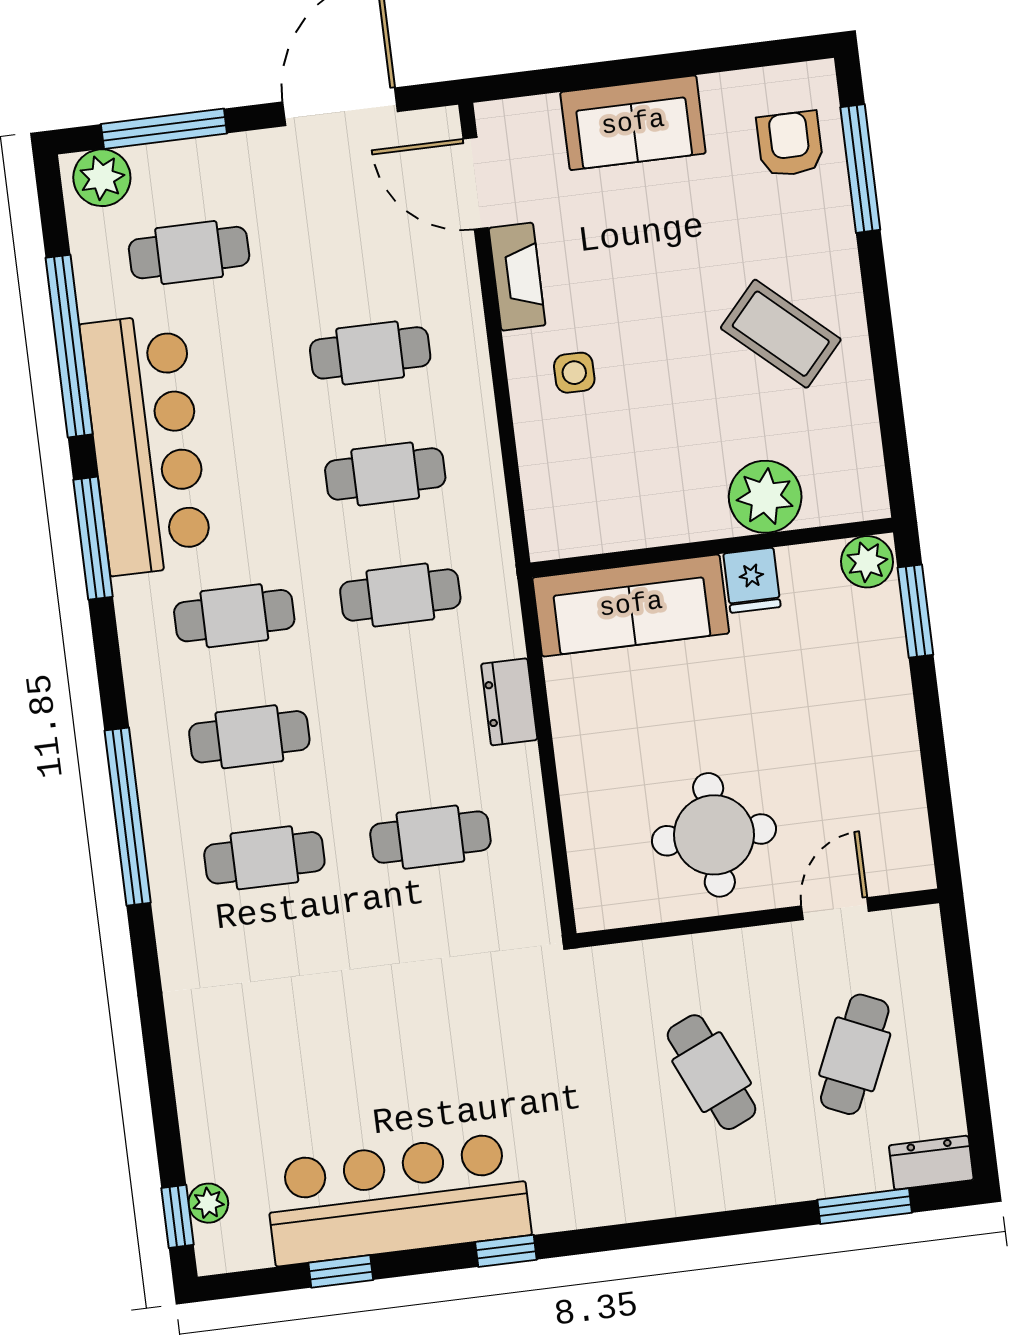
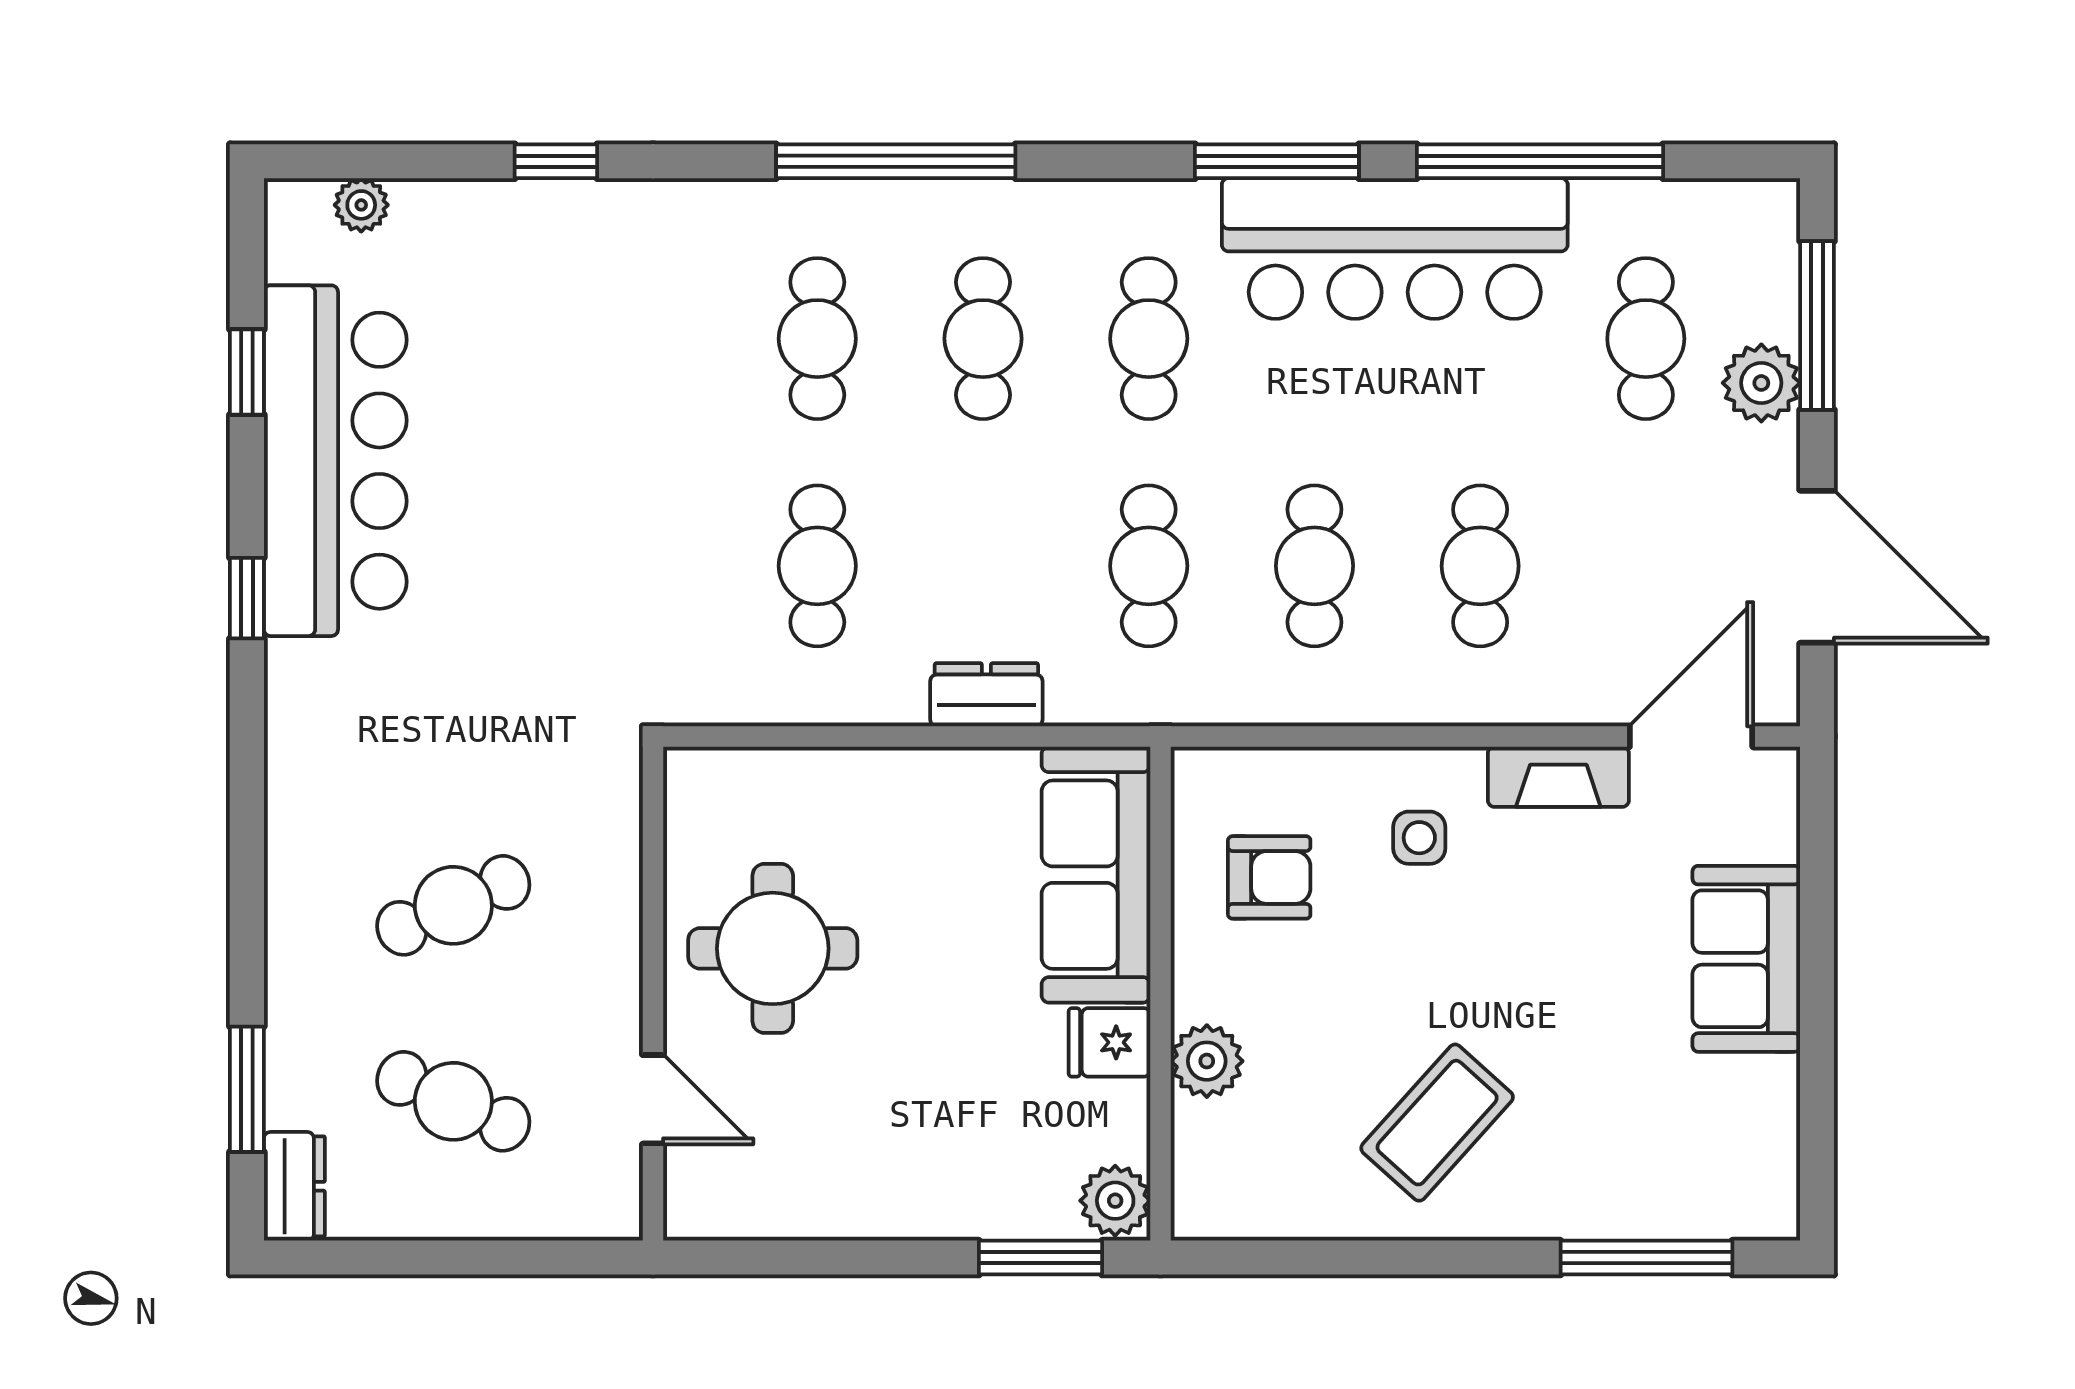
armchair: (790, 144) -> (1269, 877), moved
plant: (102, 178) -> (1761, 383), moved
plant: (765, 497) -> (1207, 1061), width x0.73, depth x0.73
window: (178, 1216) -> (556, 161), moved

